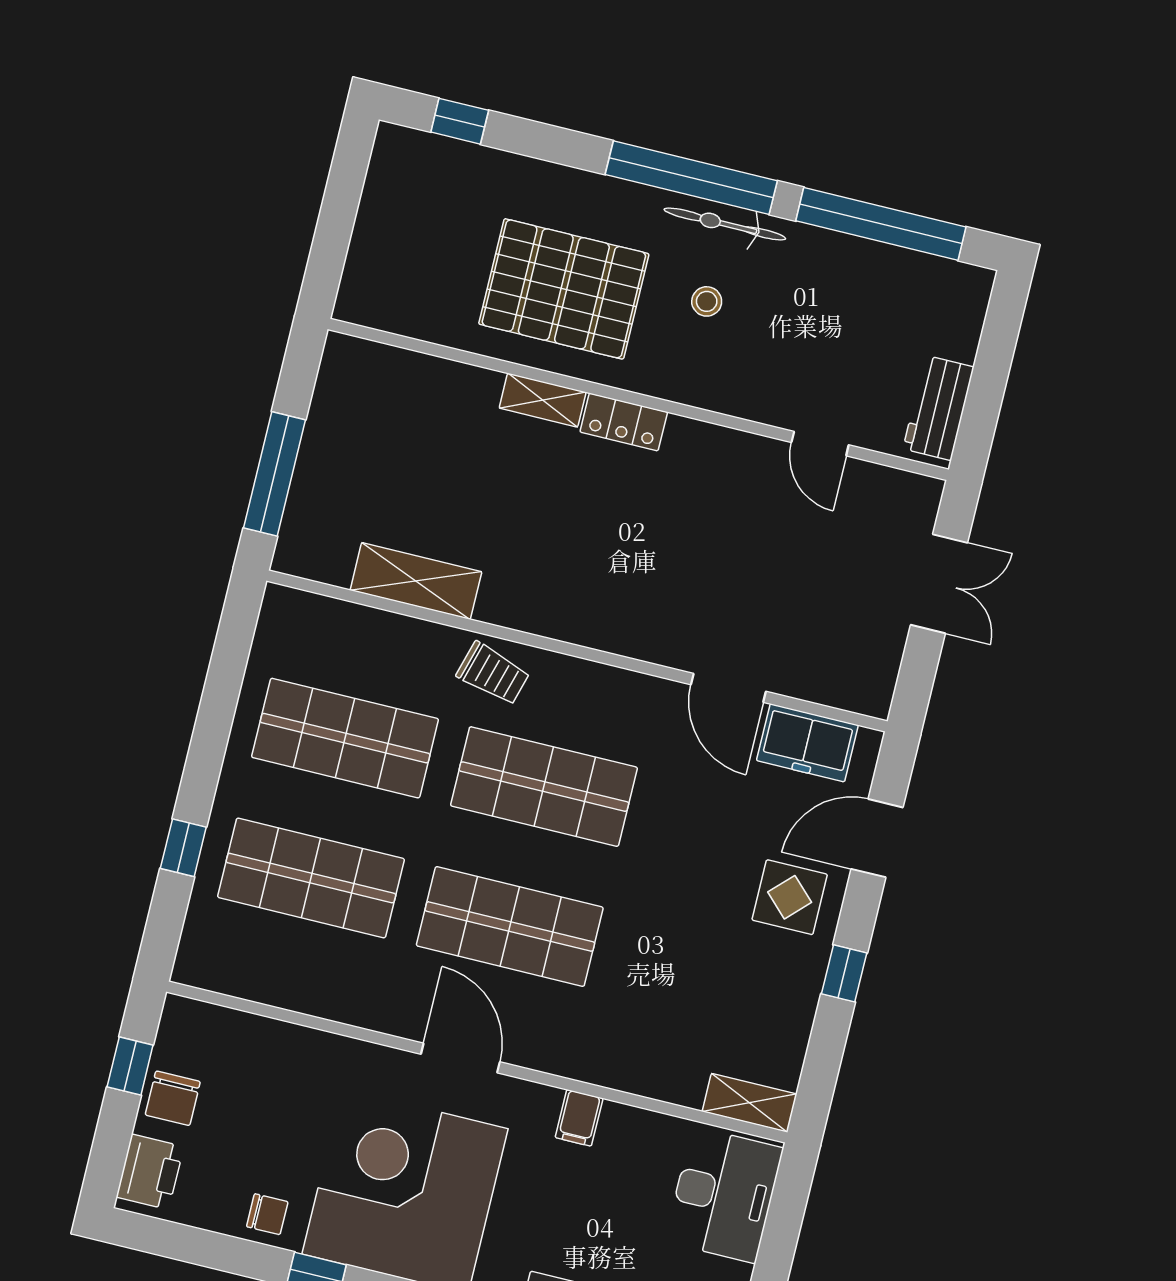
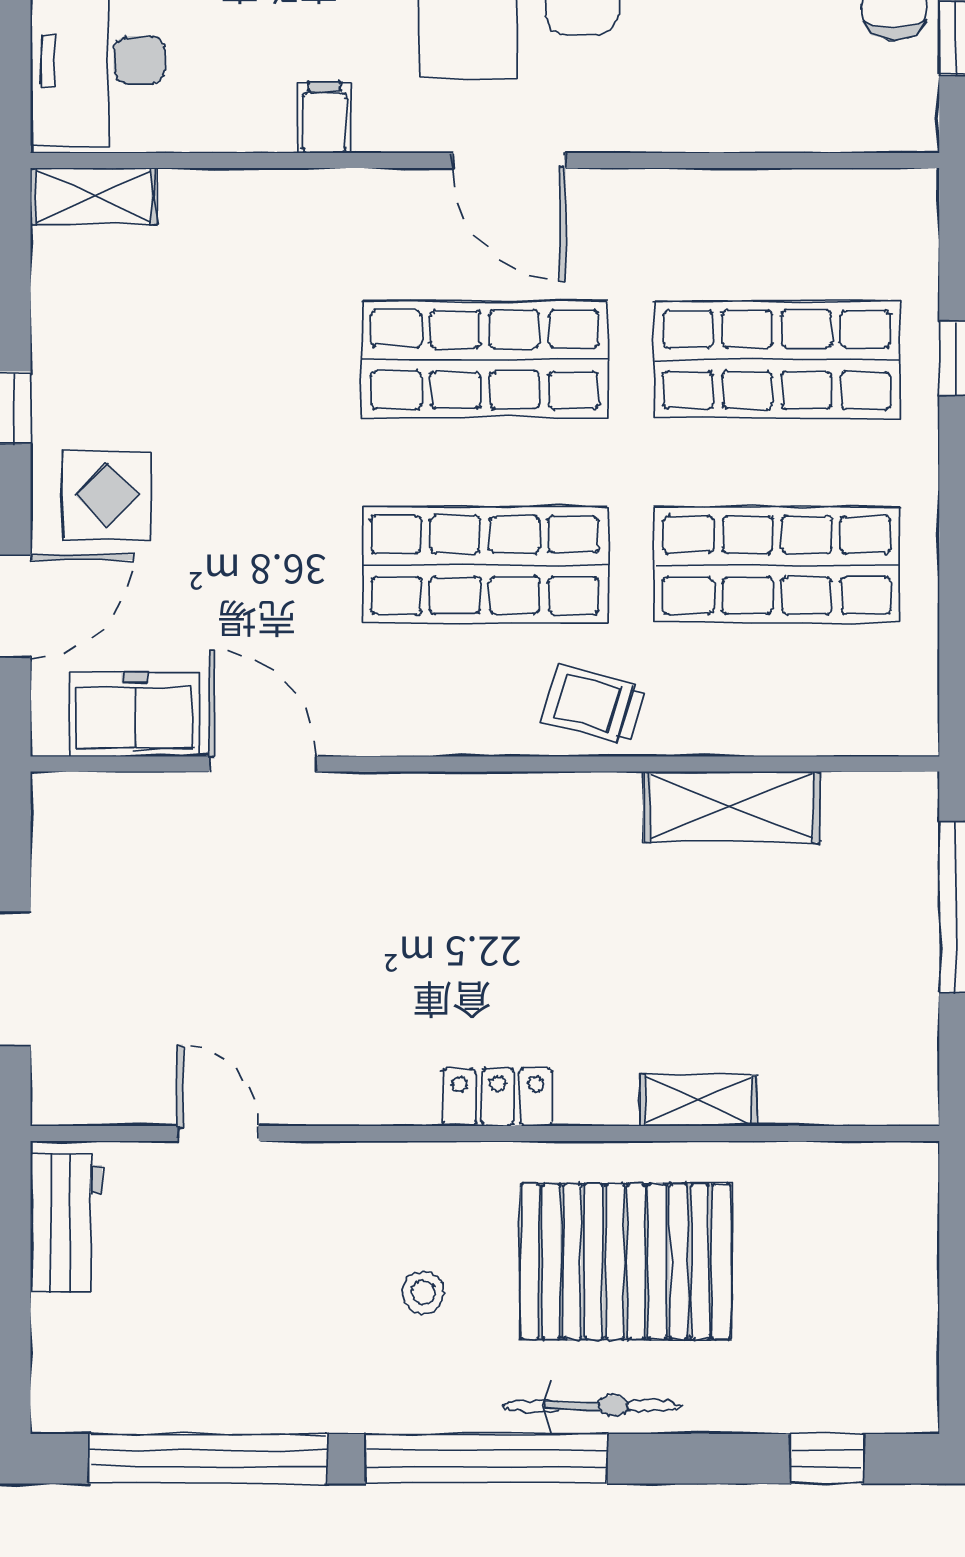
bicycle: (725, 224) -> (592, 1406), moved
shelving: (543, 400) -> (699, 1100), moved

